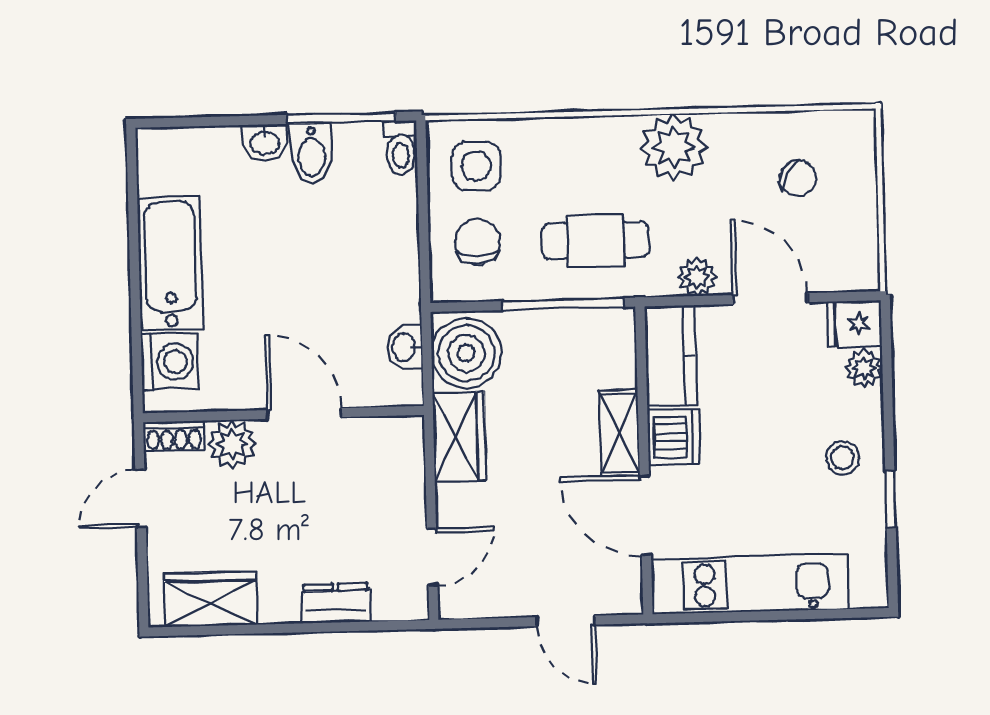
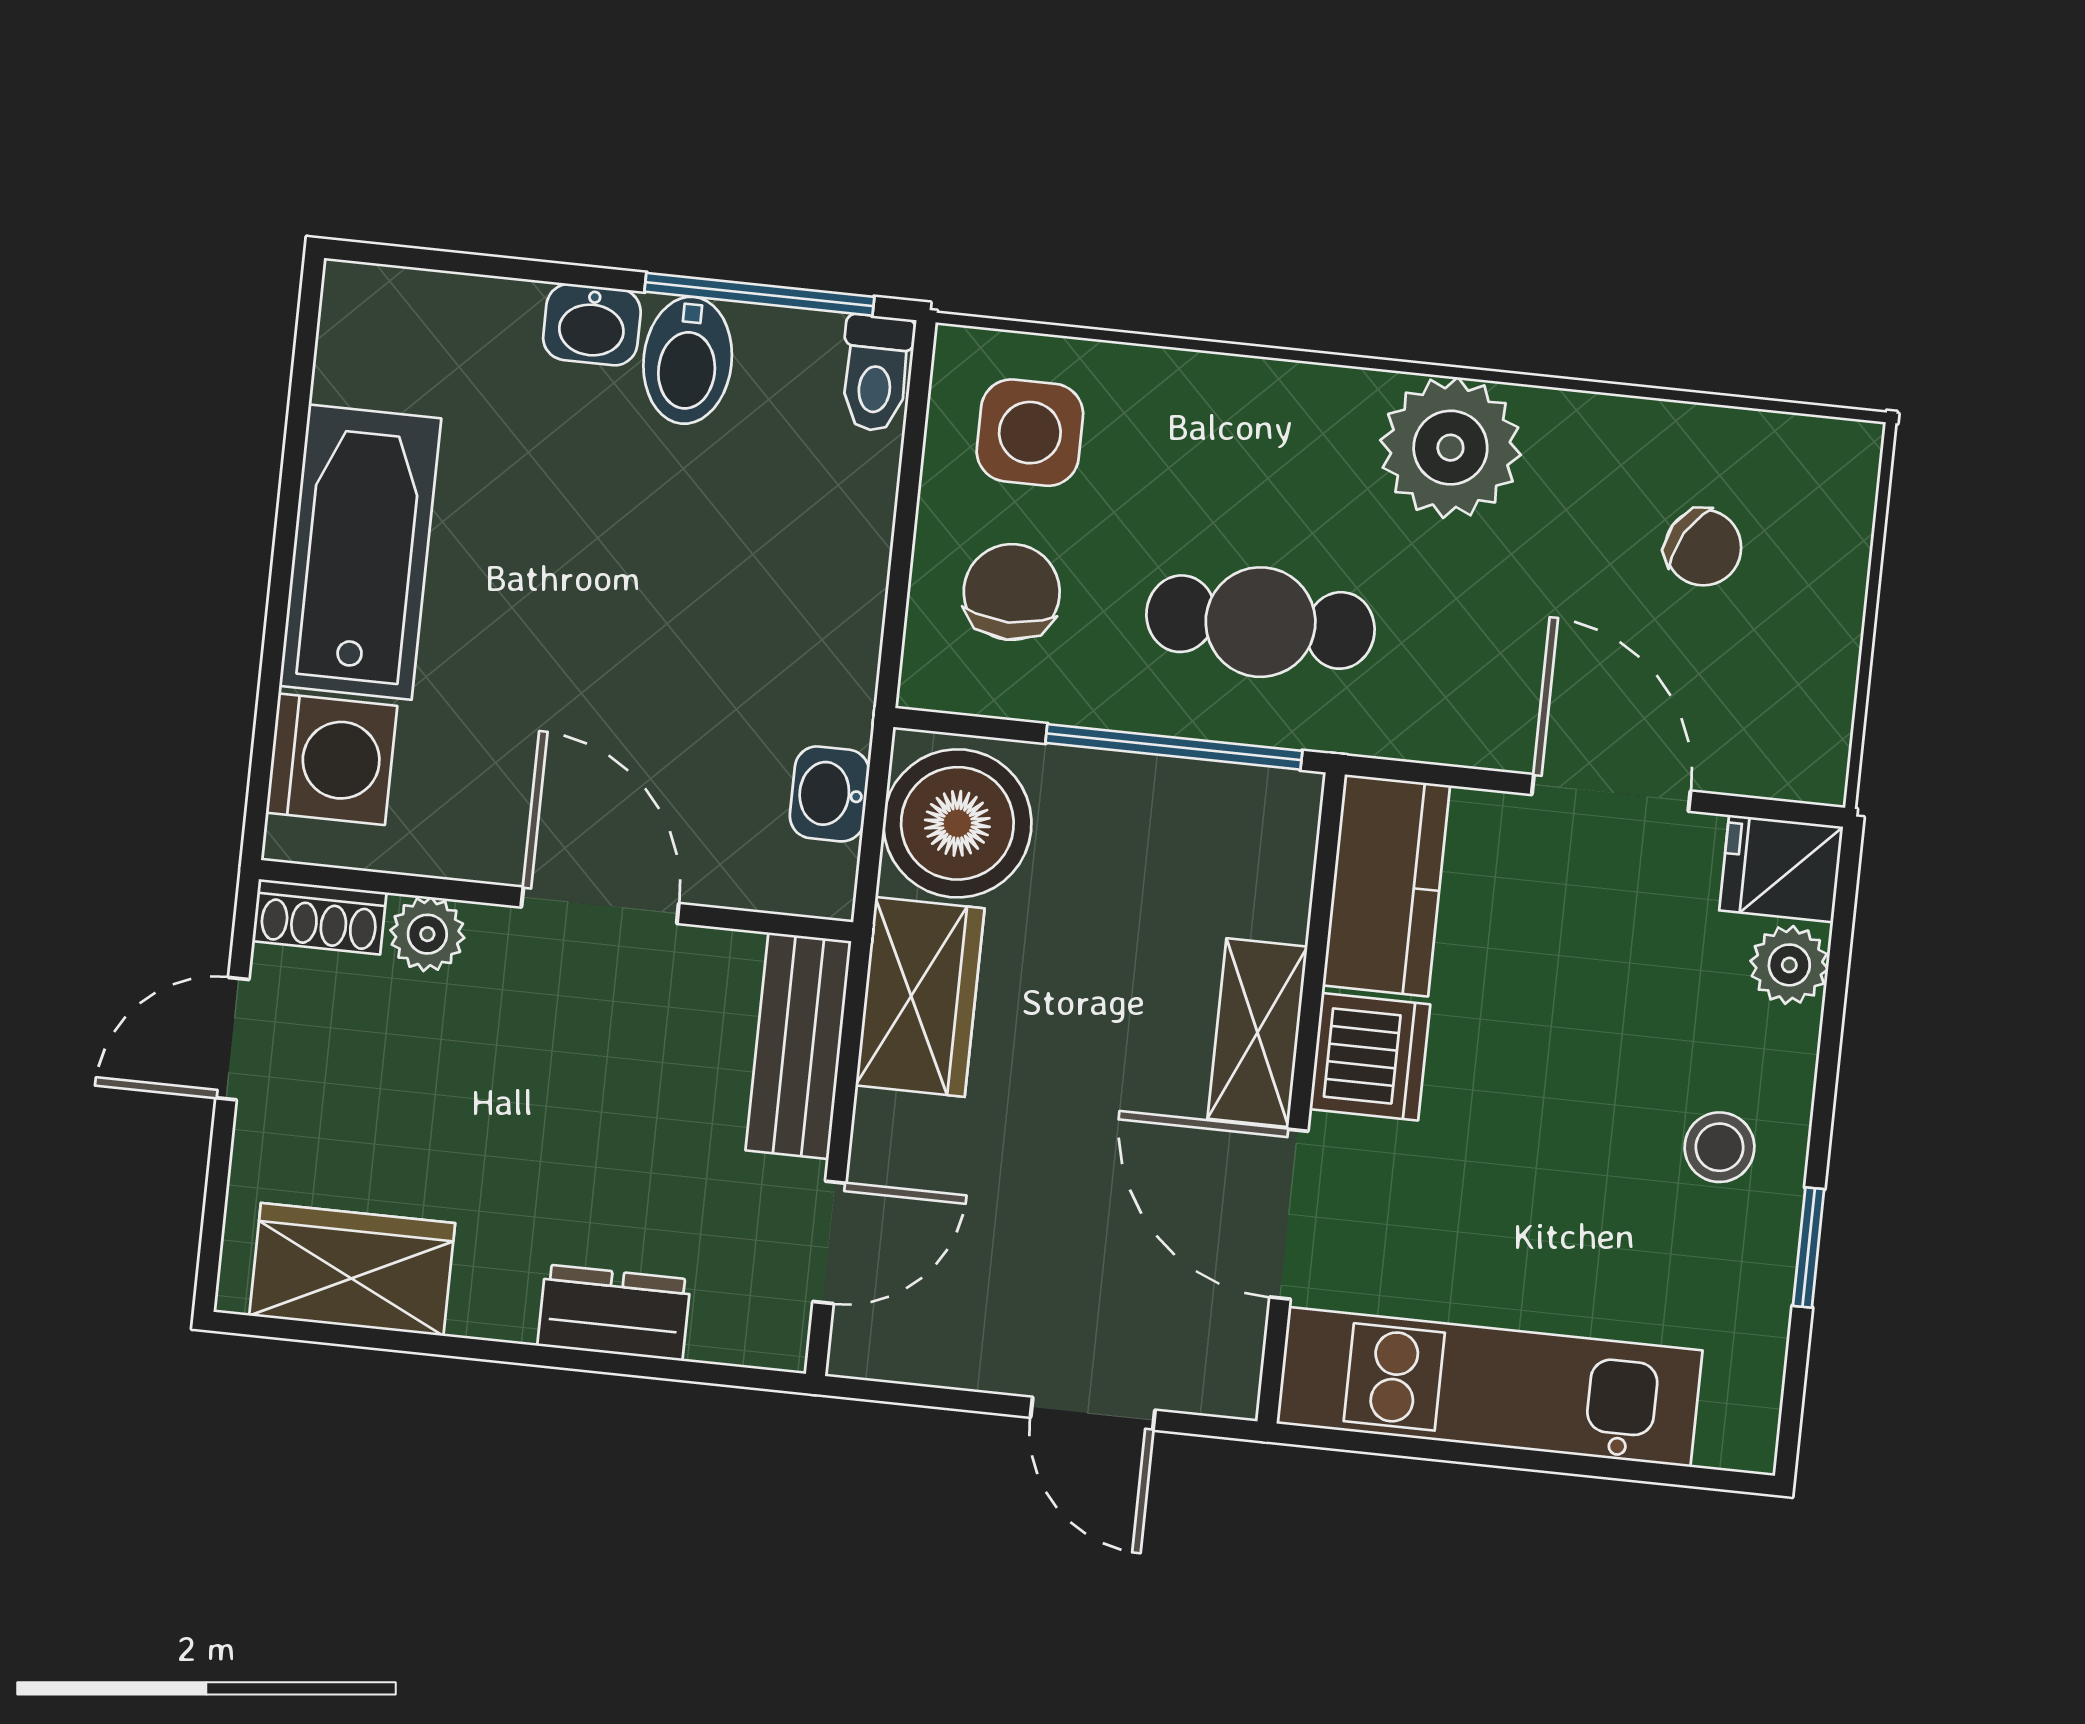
plant: (697, 277) -> (1463, 727), removed
plant: (232, 444) -> (427, 934), width x0.73, depth x0.73
bench: (406, 467) -> (798, 1046), added

